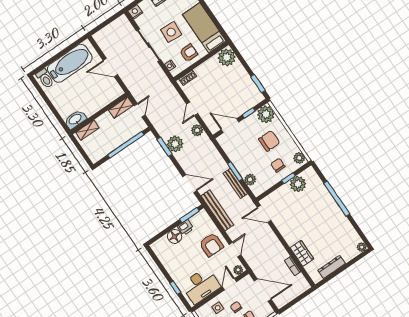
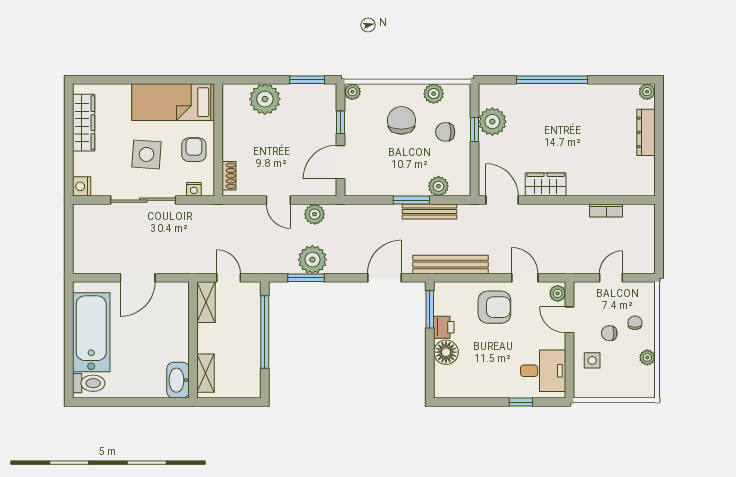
plant: (227, 57) -> (265, 99), moved
plant: (266, 114) -> (352, 92), width x0.53, depth x0.53
plant: (299, 158) -> (434, 94), moved
door: (264, 214) -> (502, 200), swing flipped
wardrobe: (302, 253) -> (546, 185), moved
dresser: (332, 267) -> (646, 132), moved
desk: (201, 286) -> (543, 371), width x0.73
door: (263, 290) -> (611, 278), width x0.53

